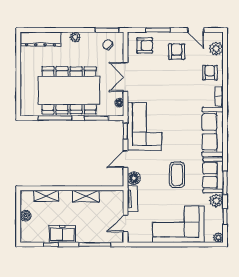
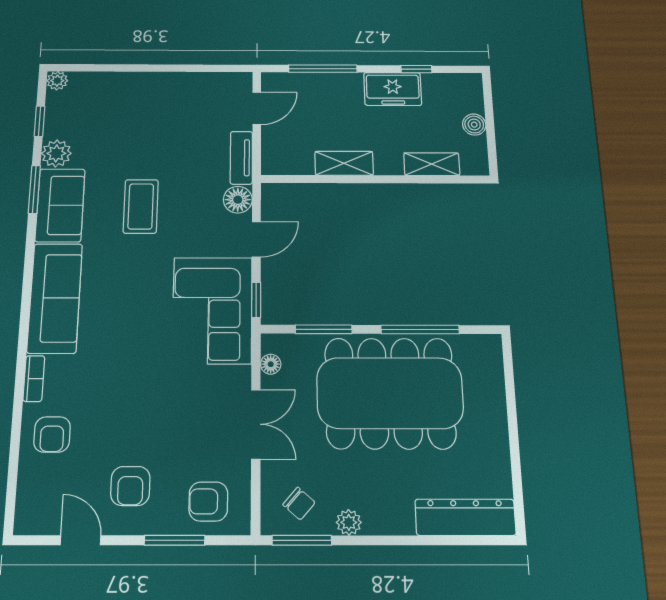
plant: (75, 37) -> (349, 522), moved
plant: (216, 49) -> (33, 493), removed
corner sofa: (178, 224) -> (142, 107), removed

